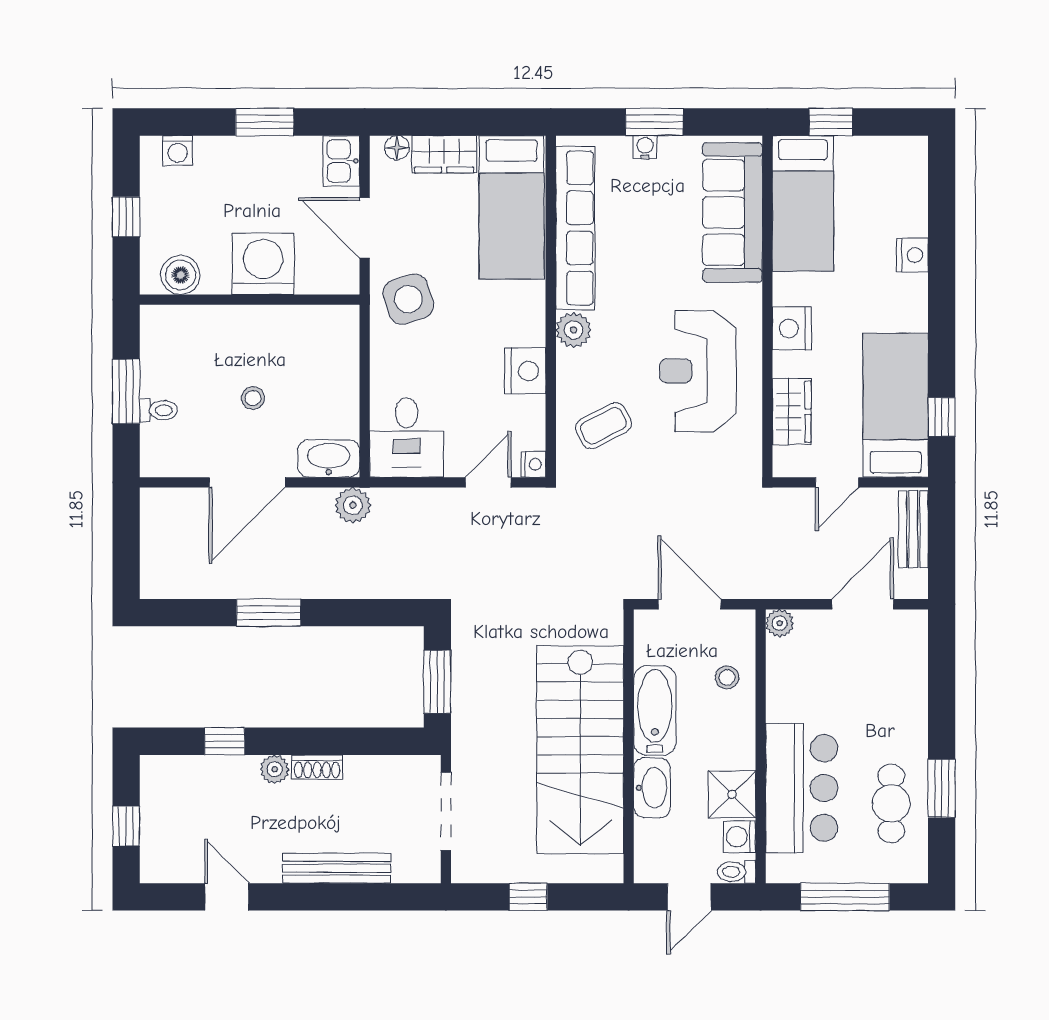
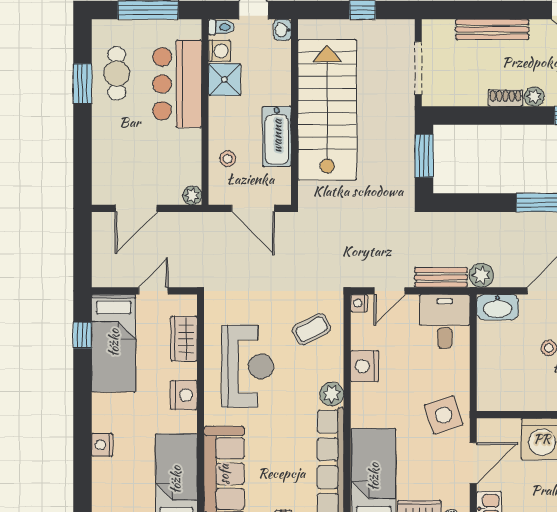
door: (365, 228) -> (473, 463), hinge flipped
bench: (913, 529) -> (441, 277), moved, turned 90
washbasin: (652, 788) -> (282, 30), moved, width x0.52, depth x0.69

